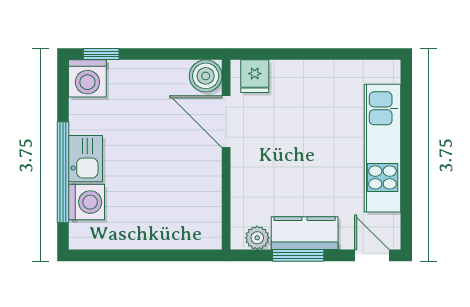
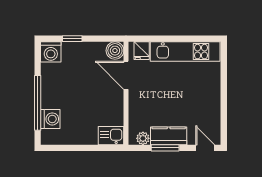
window: (101, 54) -> (72, 39), moved
kitchen unit: (382, 148) -> (185, 52), moved, turned -90
kitchen sink: (86, 159) -> (111, 136), moved, turned -90

